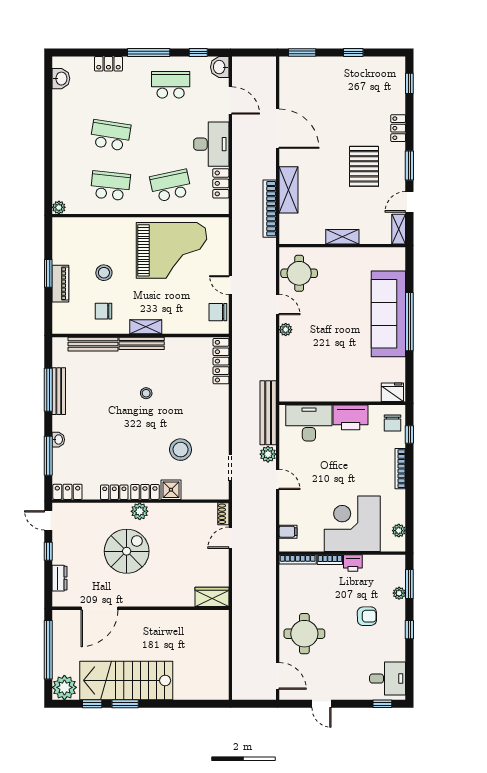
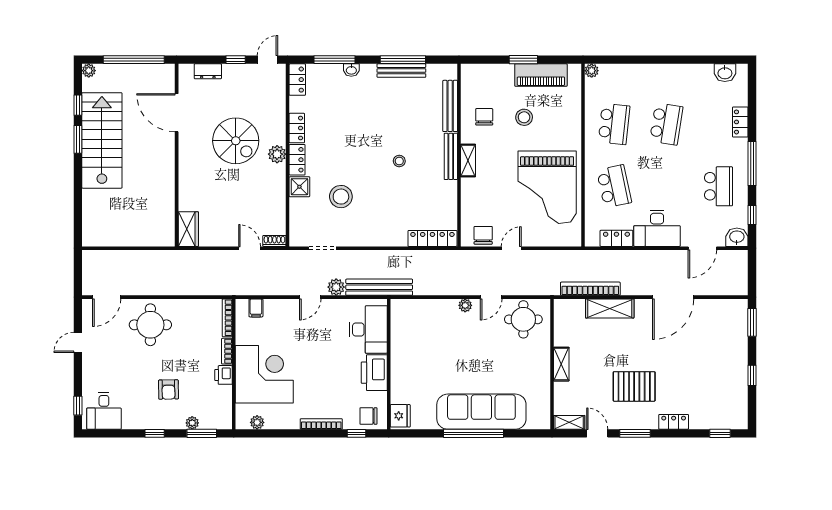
piano: (60, 284) -> (541, 75), moved, width x1.37, depth x1.33
plant: (64, 687) -> (89, 71), width x0.53, depth x0.53

